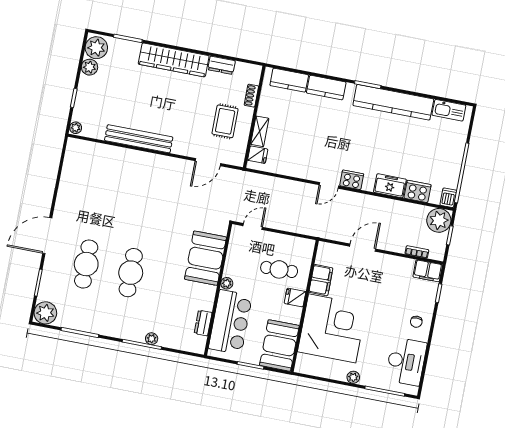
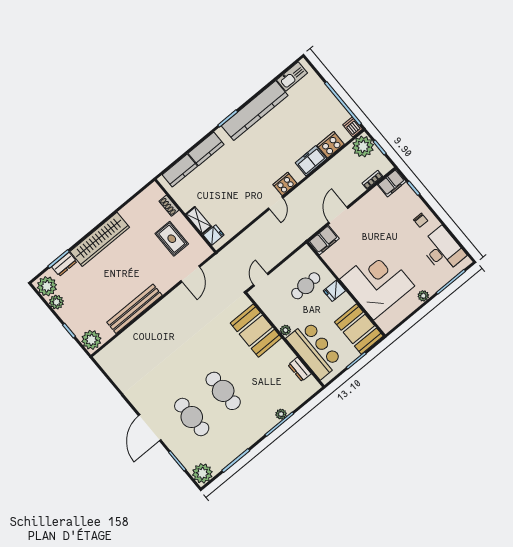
dresser: (221, 65) -> (64, 264), moved
plant: (76, 128) -> (91, 340), width x1.88, depth x1.88
filing cabinet: (321, 280) -> (324, 240), moved, turned 90

